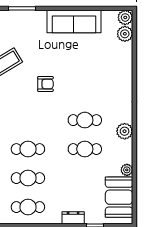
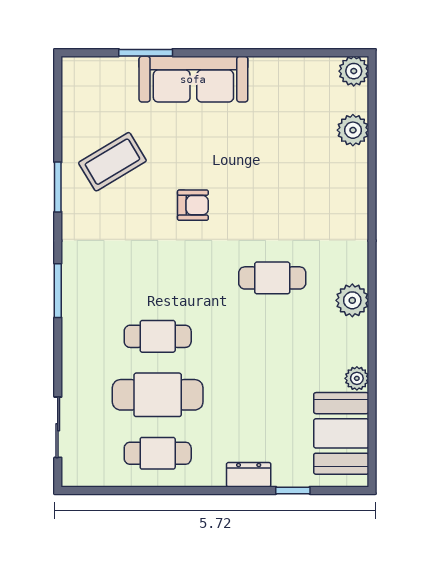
sofa: (74, 21) -> (193, 79), moved
plant: (125, 34) -> (353, 130), moved
cafe table: (85, 149) -> (272, 336), removed
cafe table: (28, 178) -> (158, 395), width x1.37, depth x1.35

